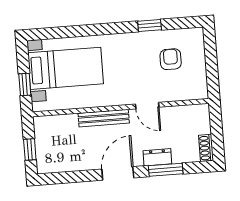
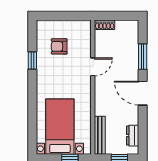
bench: (104, 118) -> (100, 135), moved
shoe rack: (206, 148) -> (105, 25), moved
dresser: (157, 157) -> (133, 136), moved

